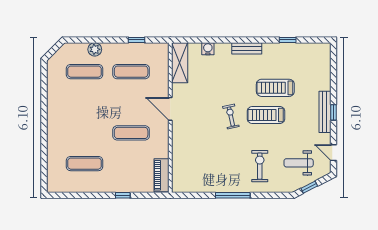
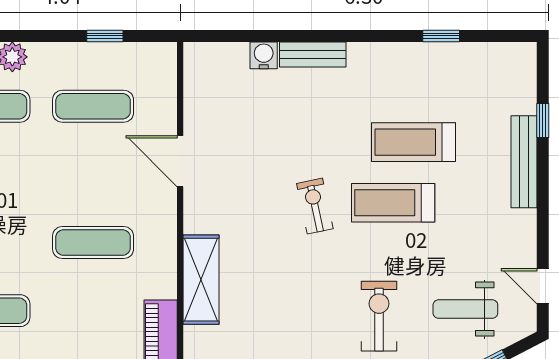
bench: (247, 48) -> (313, 54), moved
shelving: (180, 63) -> (201, 280), moved
door: (170, 109) -> (180, 161), moved
bench: (325, 112) -> (524, 162), moved
window: (333, 112) -> (543, 121), moved

